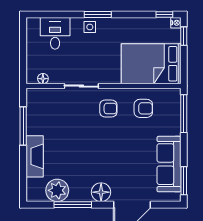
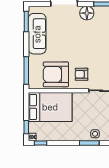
armchair: (143, 108) -> (56, 74), width x1.88, depth x1.88

